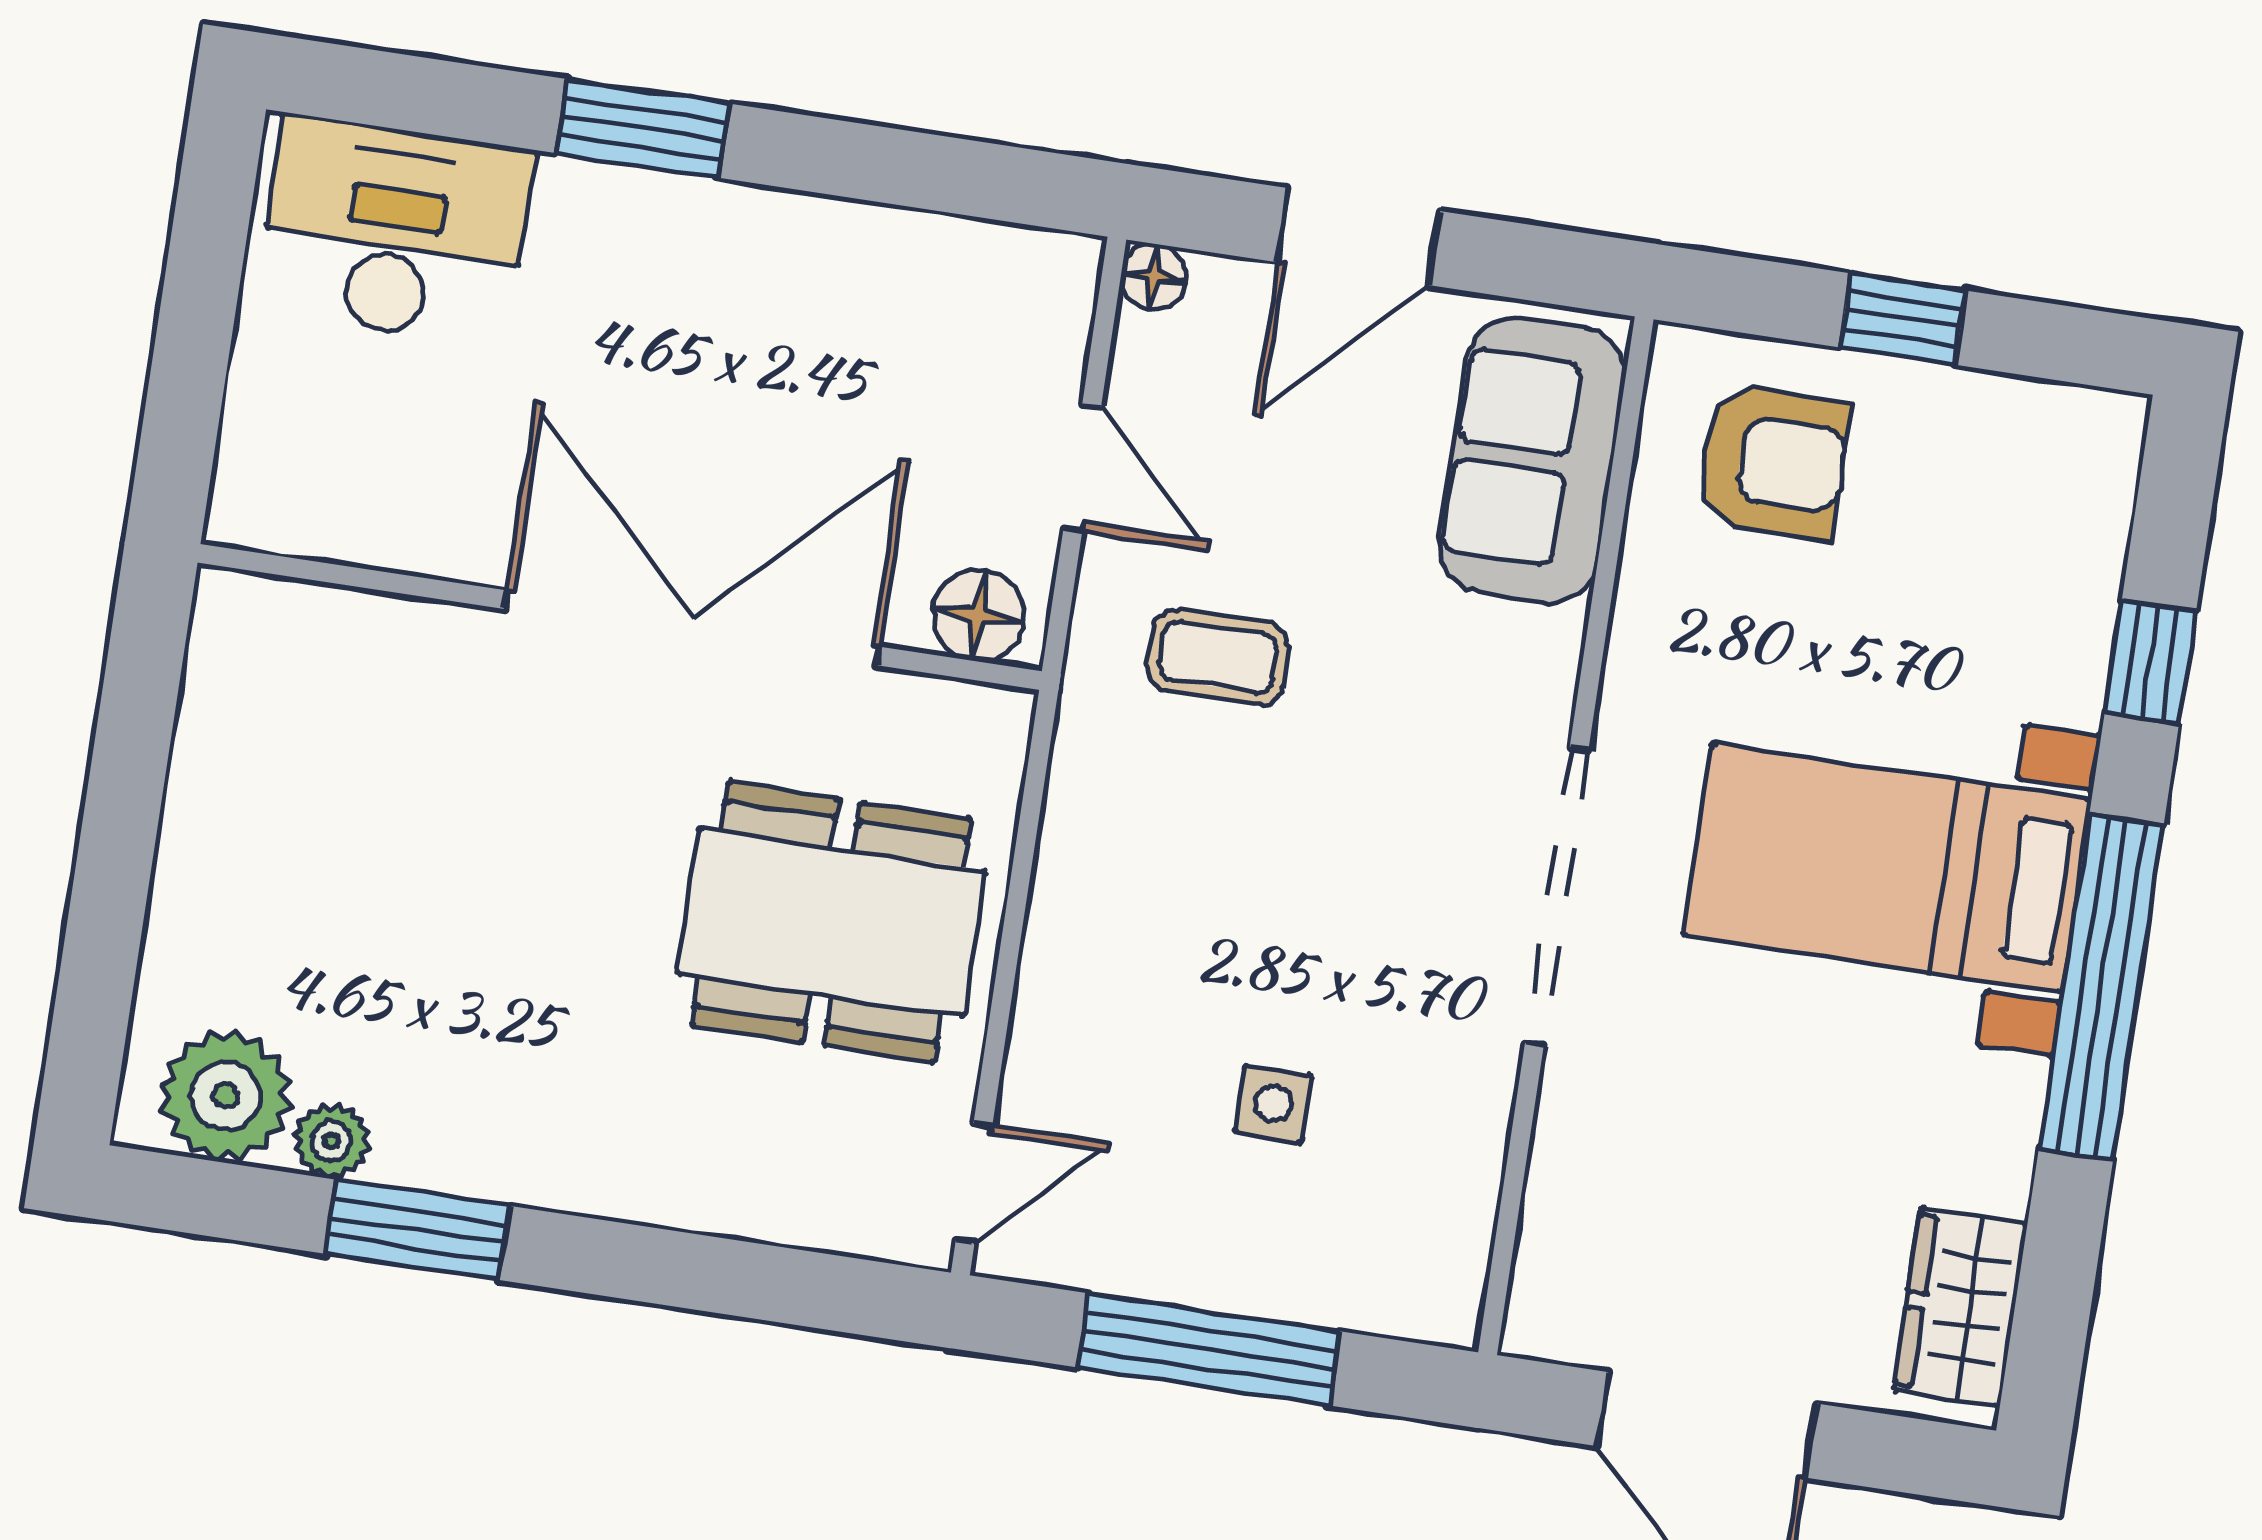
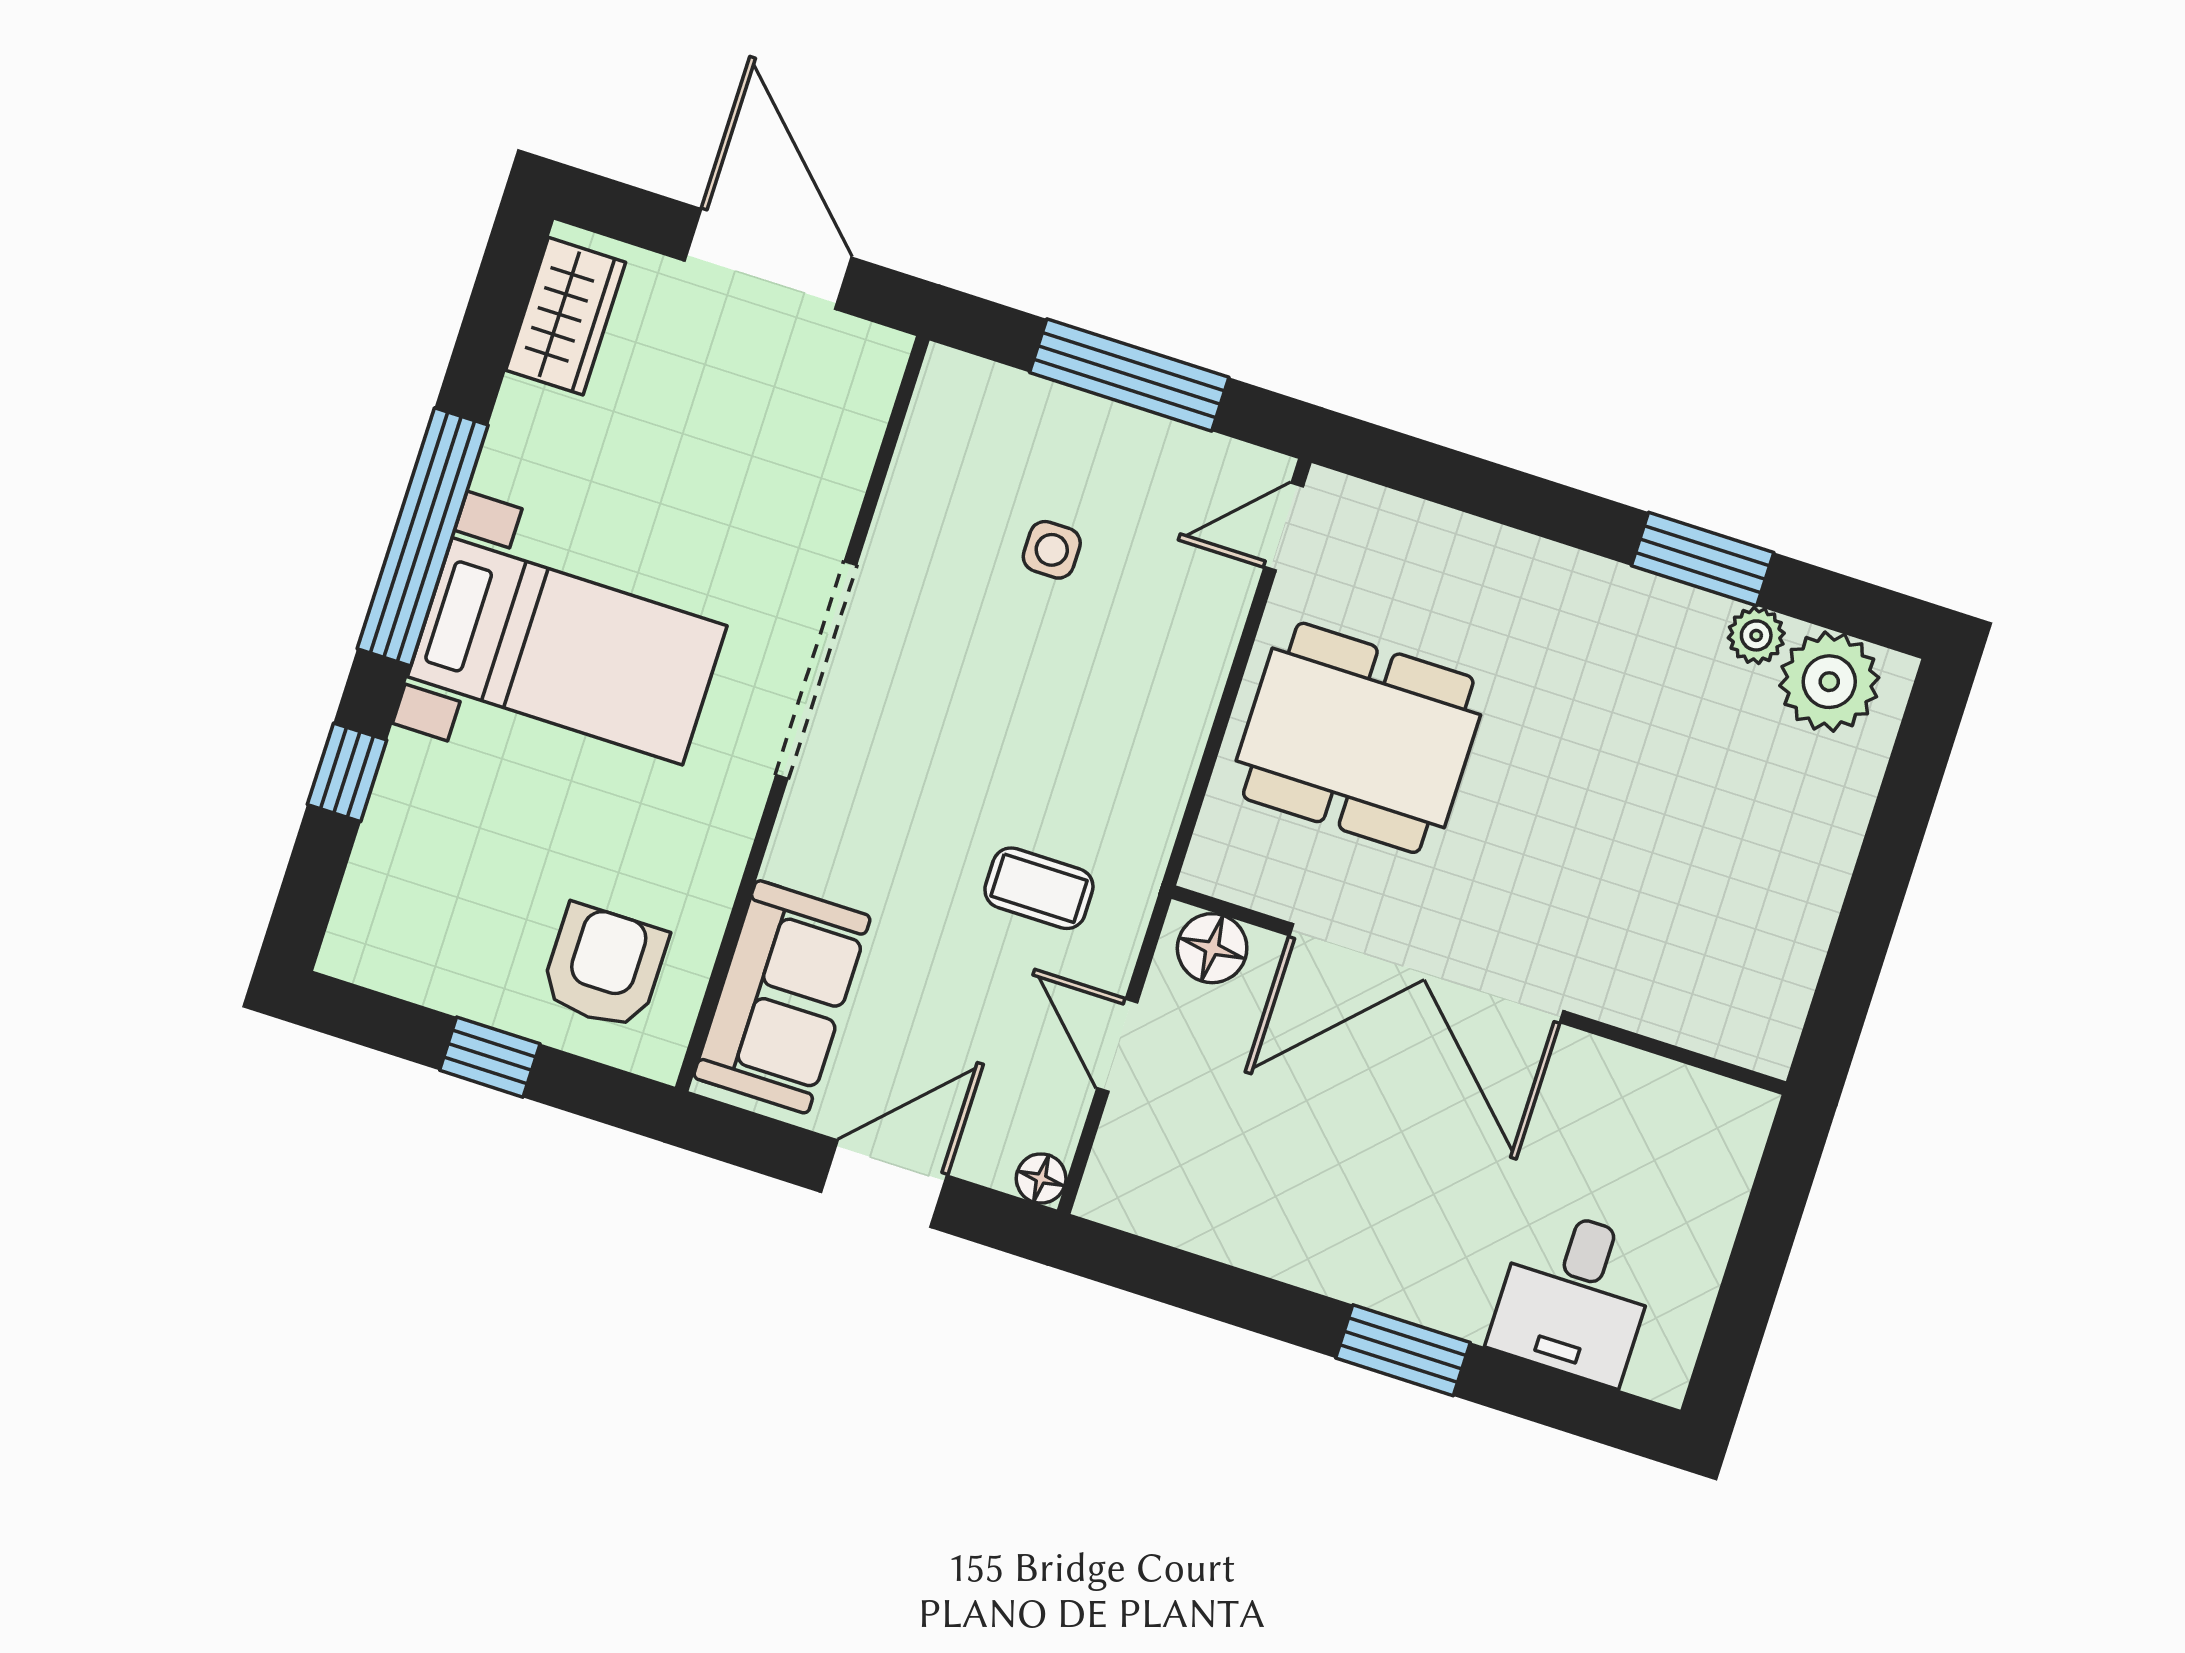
desk: (395, 231) -> (1575, 1296), width x0.73
armchair: (1772, 462) -> (604, 967), turned 90

